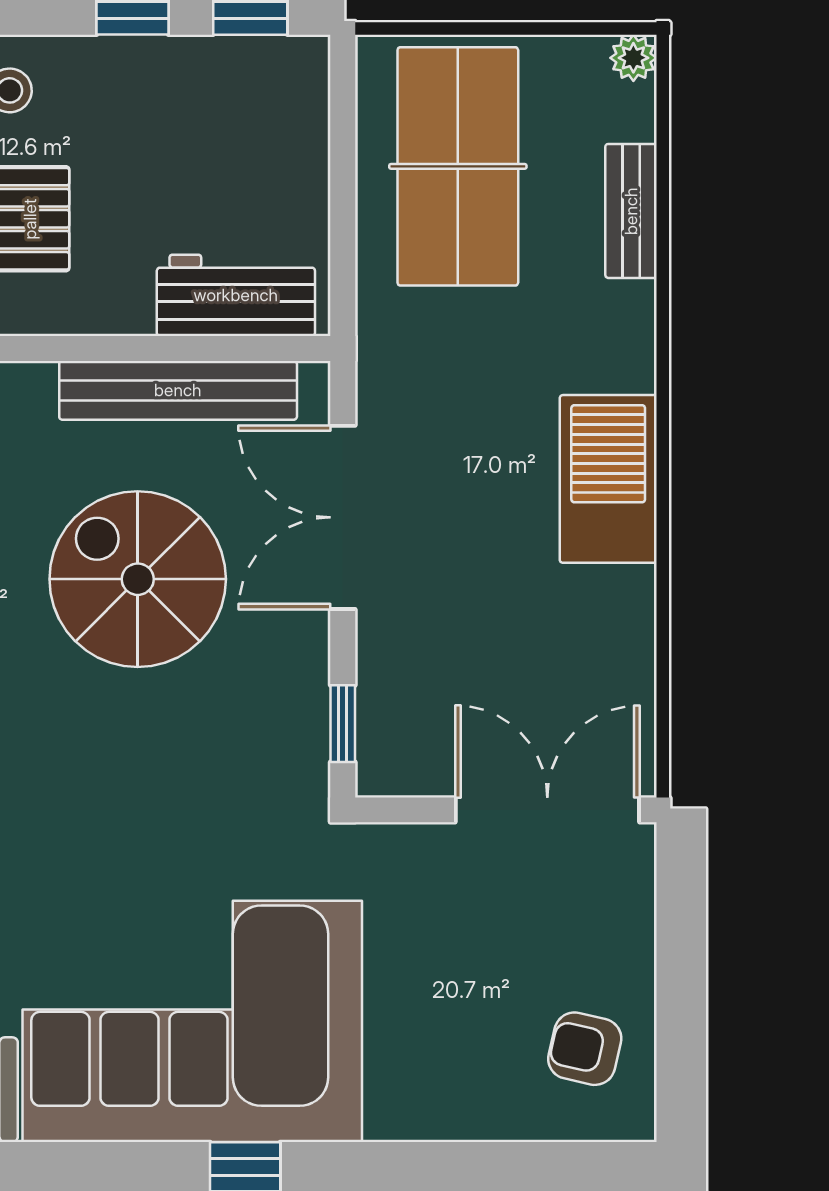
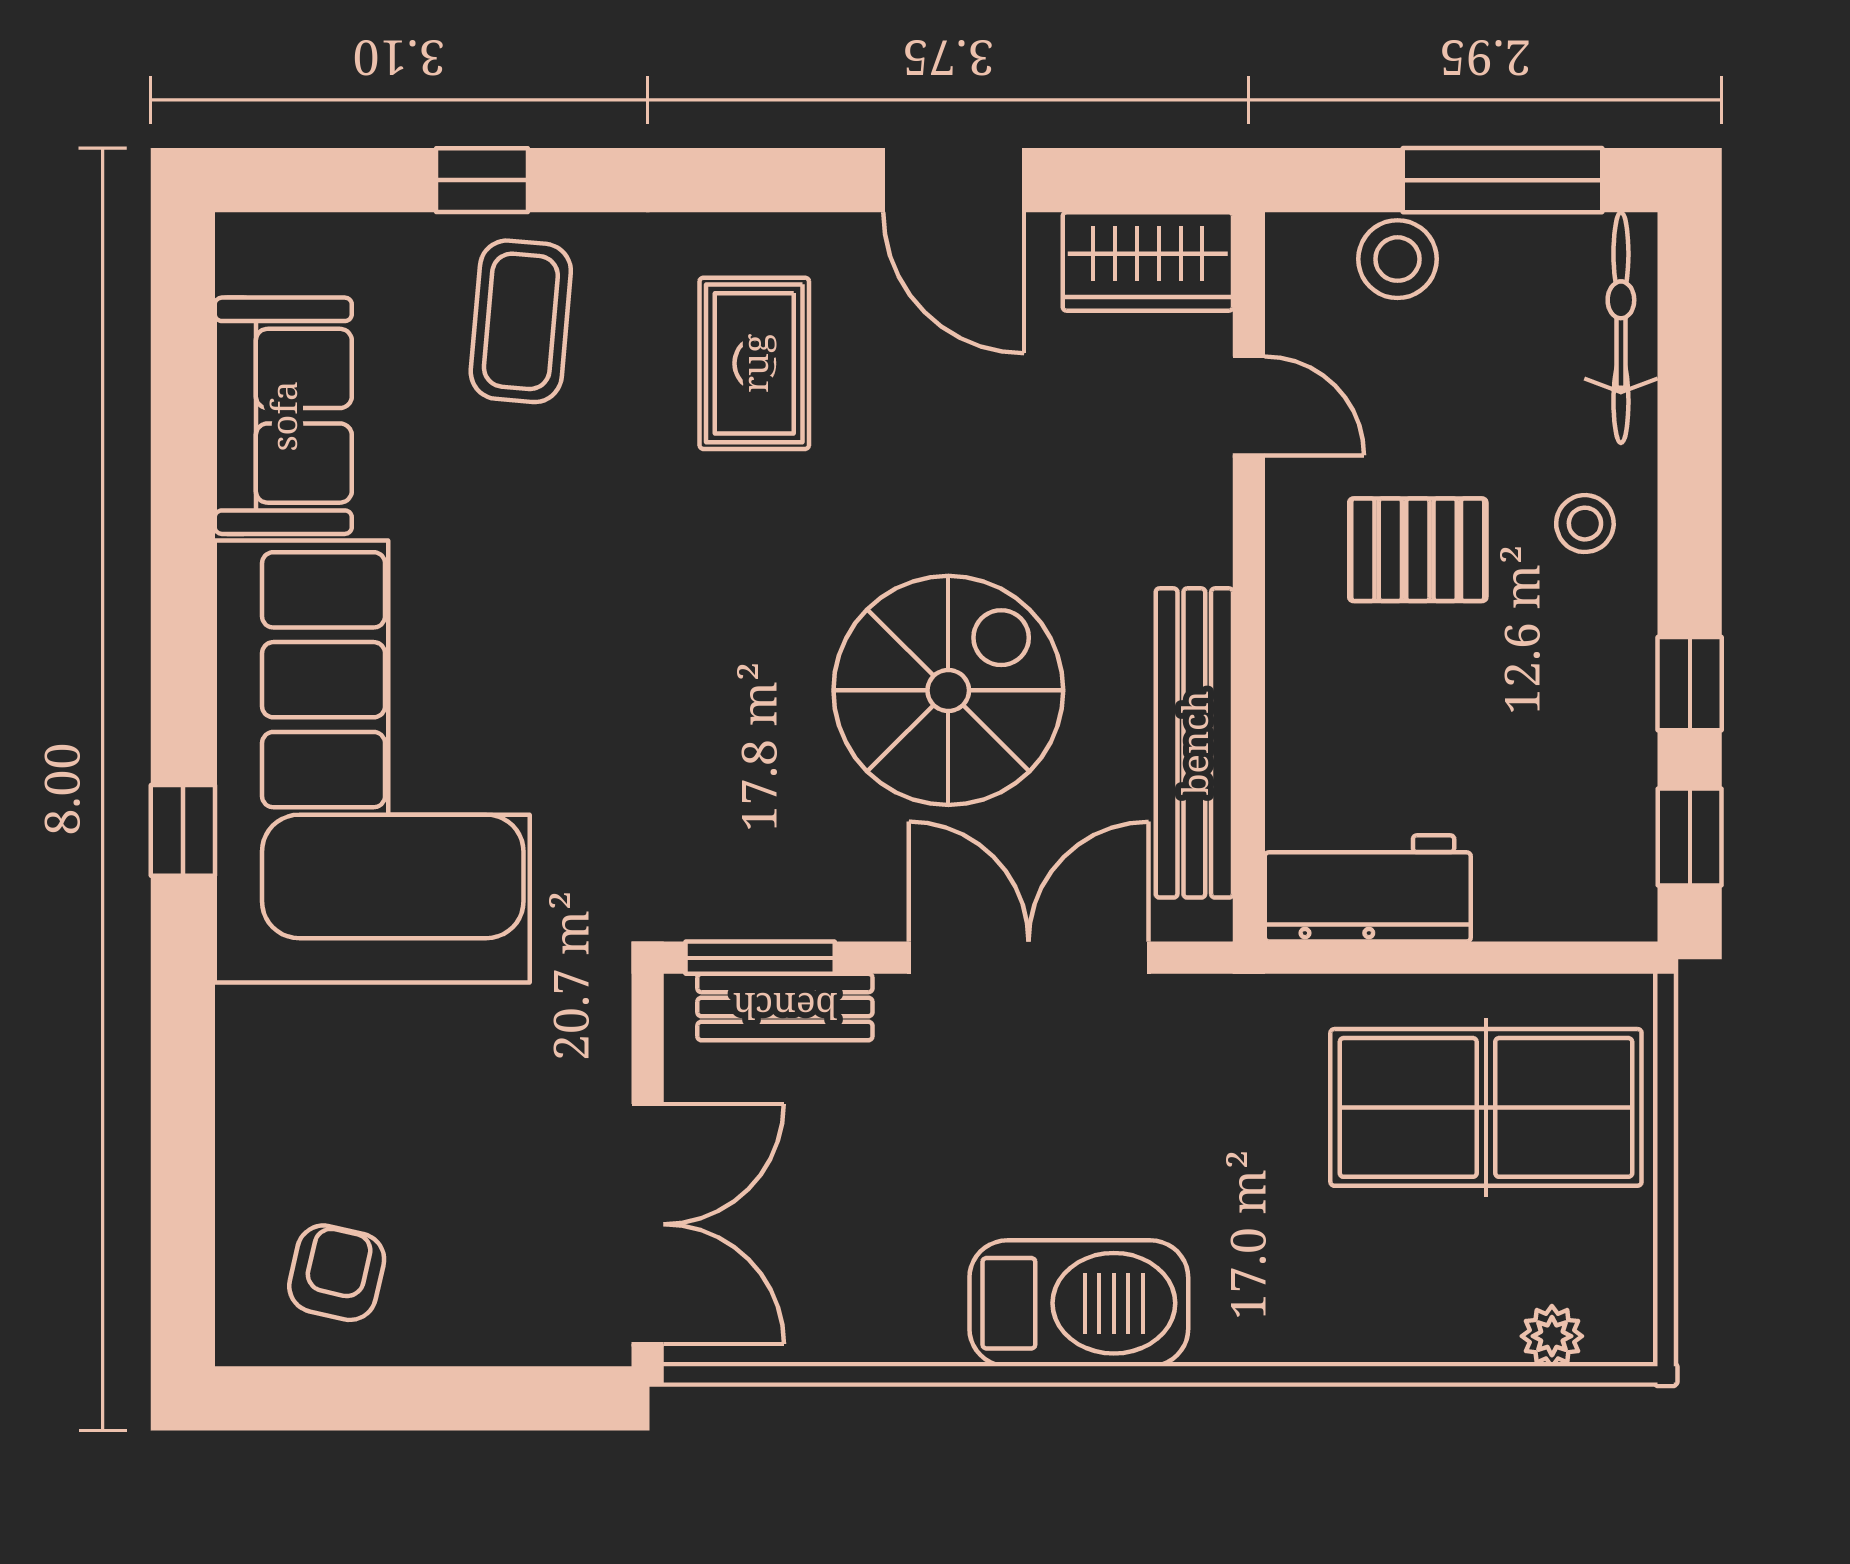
plant: (633, 58) -> (1552, 1336), moved
bench: (631, 211) -> (785, 1007), moved
workbench: (236, 295) -> (1368, 888), moved, turned -90
window: (343, 724) -> (760, 958), width x1.50

